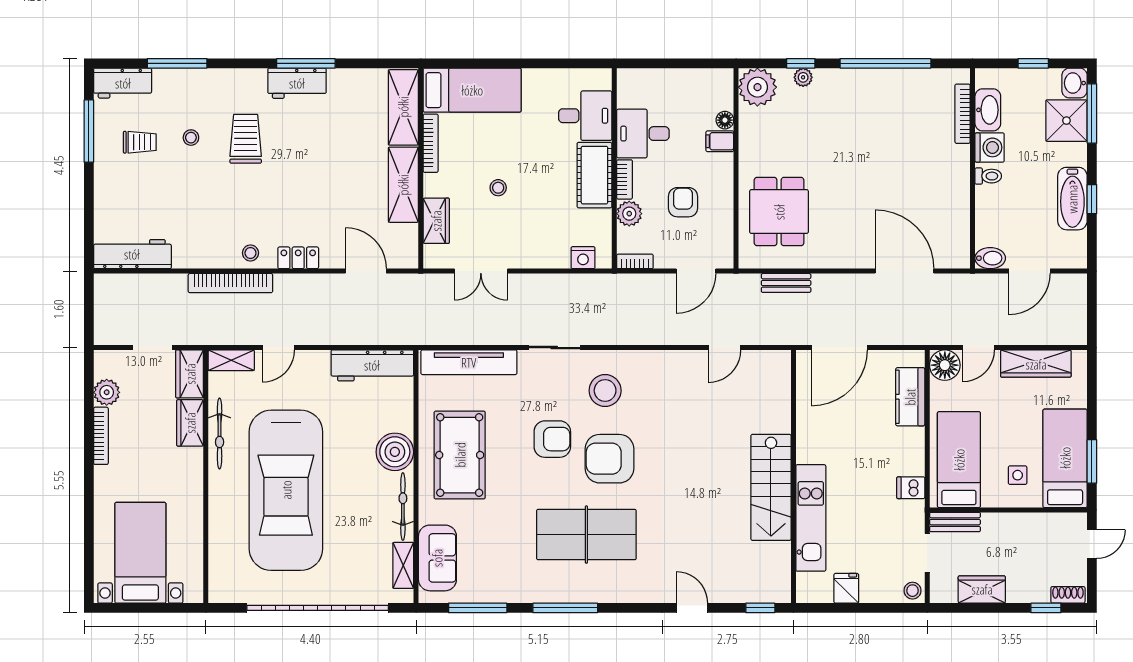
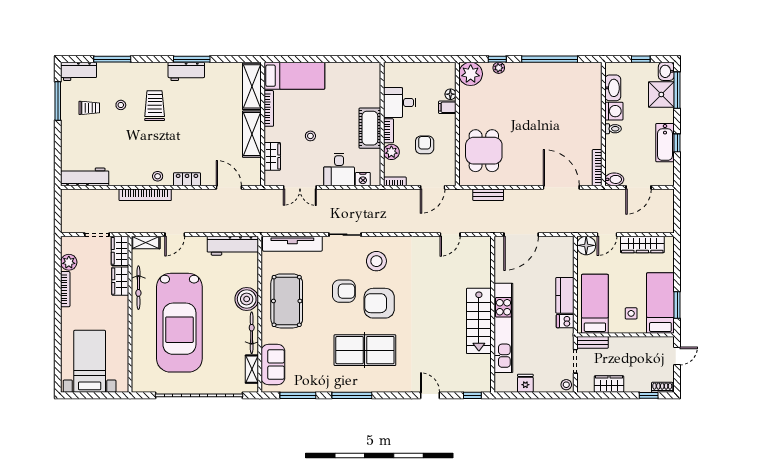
bookcase: (963, 114) -> (597, 168), moved
desk: (585, 116) -> (339, 170), moved, turned 90
kitchen counter: (910, 397) -> (565, 295), moved
kitchen unit: (811, 518) -> (503, 328), width x1.36

